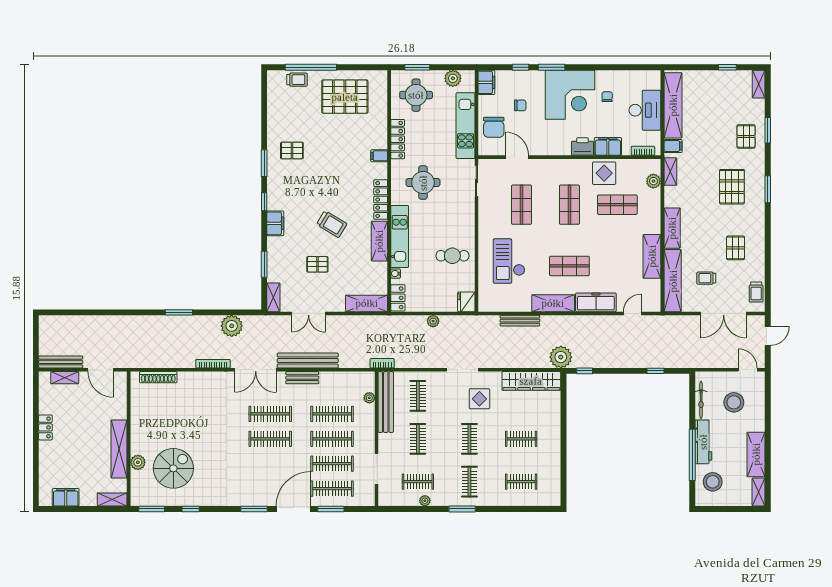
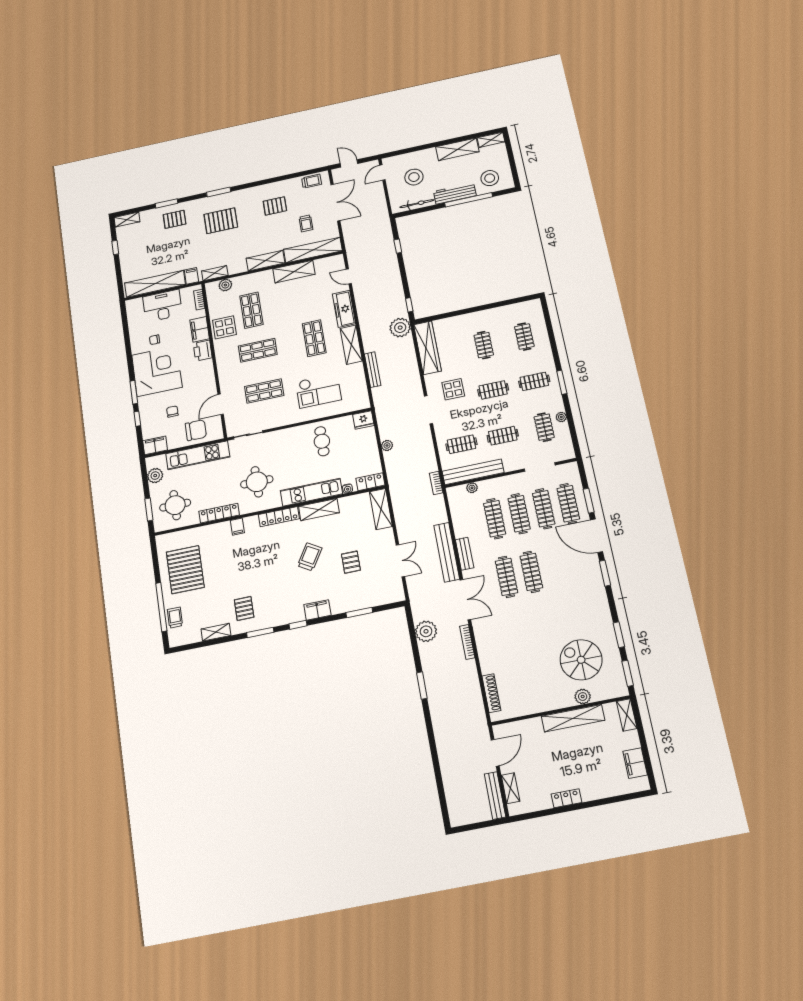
shelving: (273, 297) -> (216, 632), moved
window: (191, 509) -> (619, 635), width x1.50

